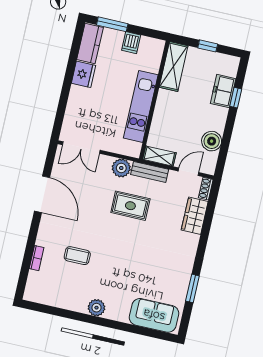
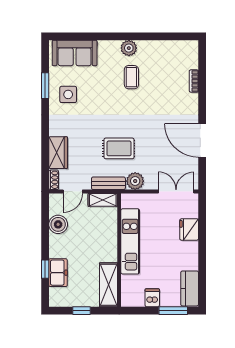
fridge: (84, 74) -> (189, 229), moved
coffee table: (77, 256) -> (131, 77), moved, turned 90
side table: (170, 274) -> (68, 94), added

